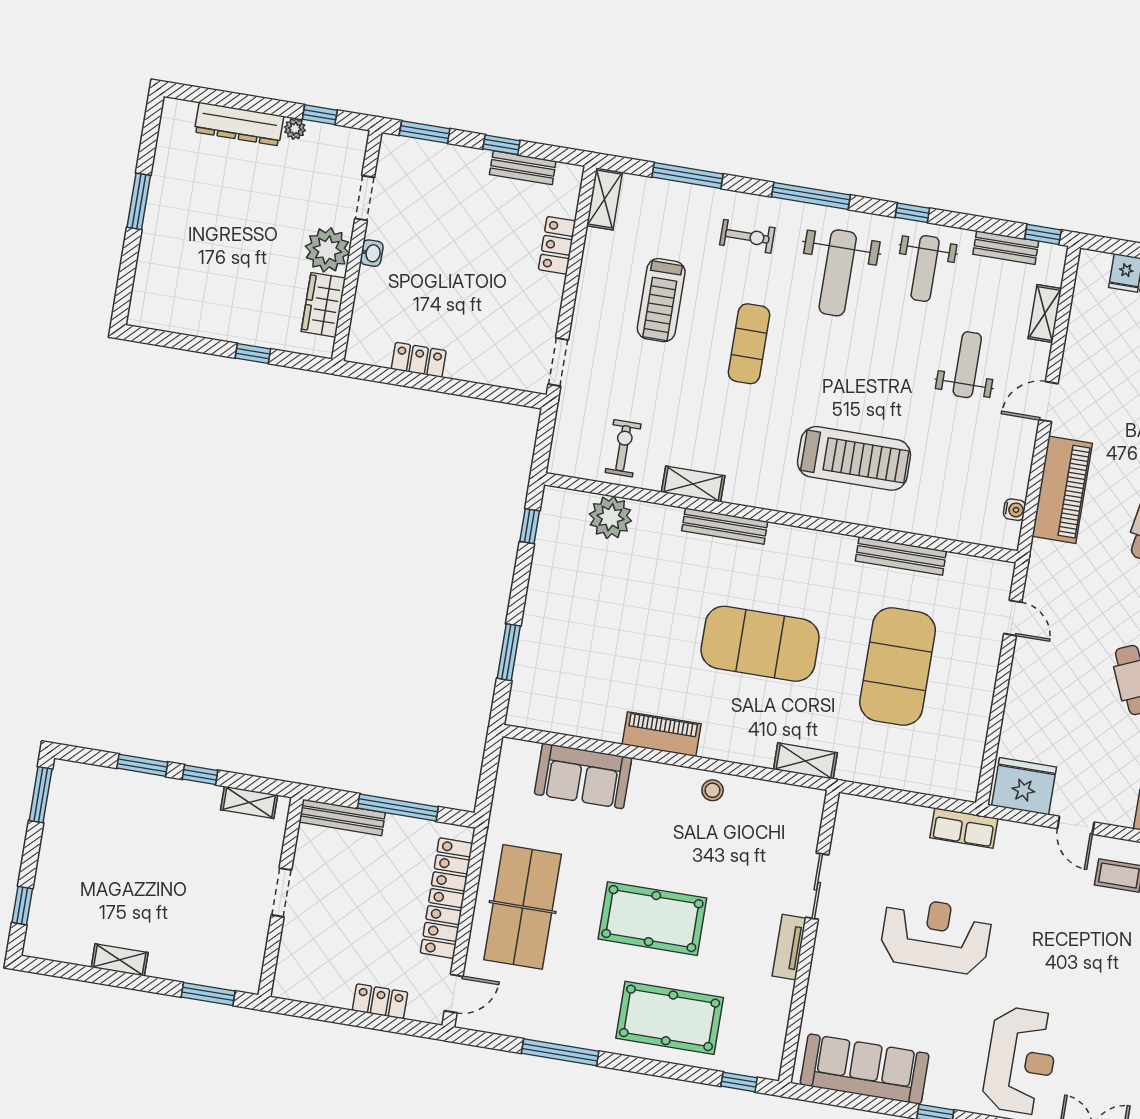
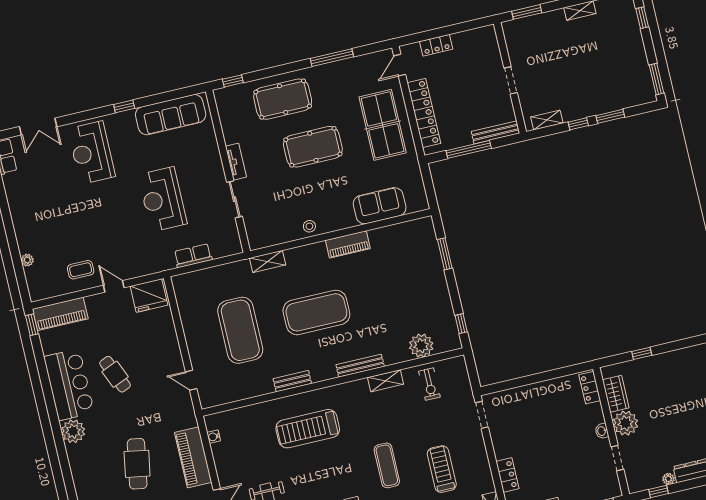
locker: (419, 360) -> (590, 388), moved, turned 90
bench: (901, 556) -> (292, 381), moved, width x0.73
row of seats: (964, 828) -> (193, 256), moved
reception desk: (936, 935) -> (162, 199), turned 90

